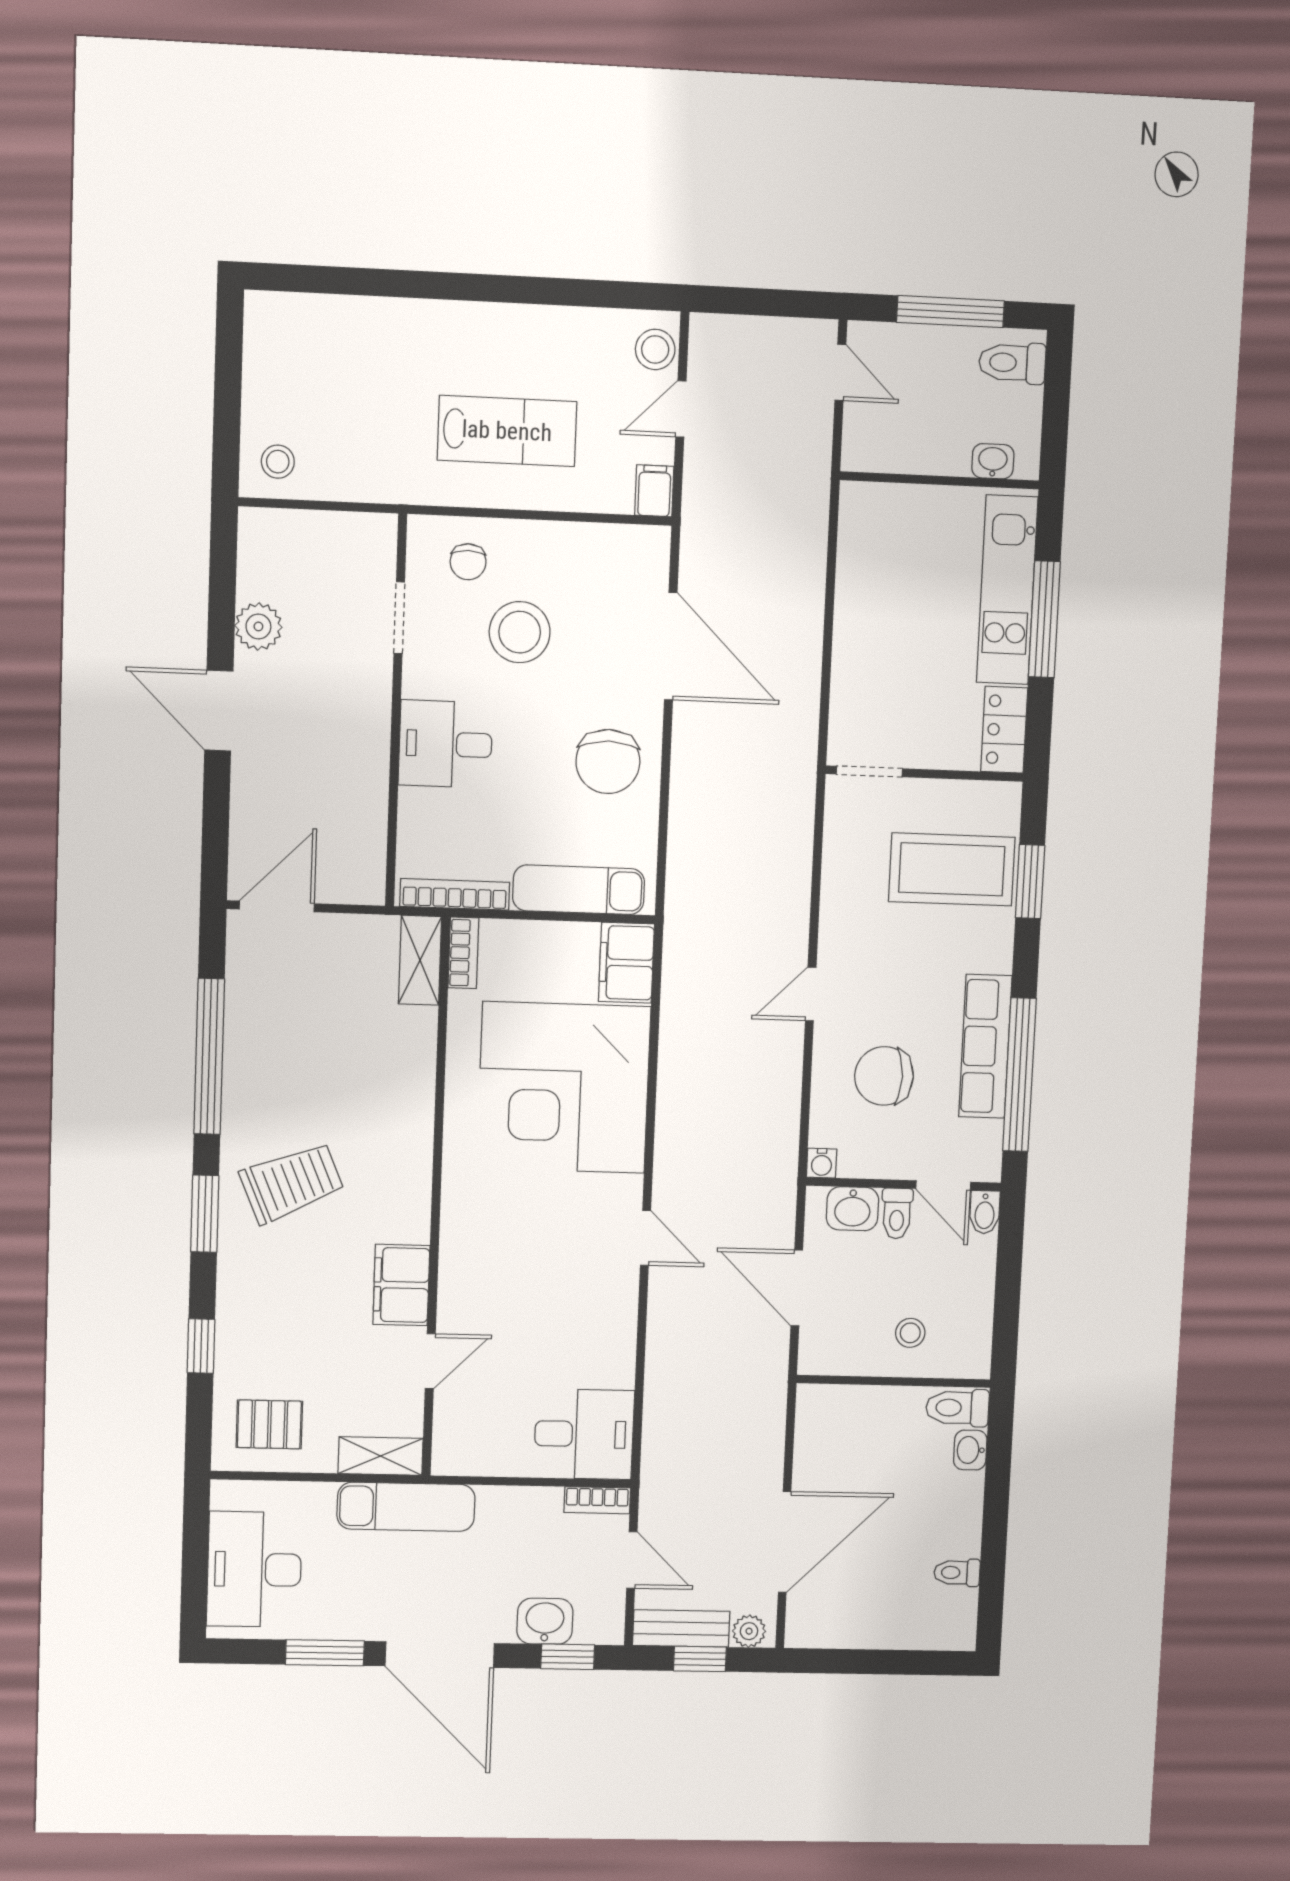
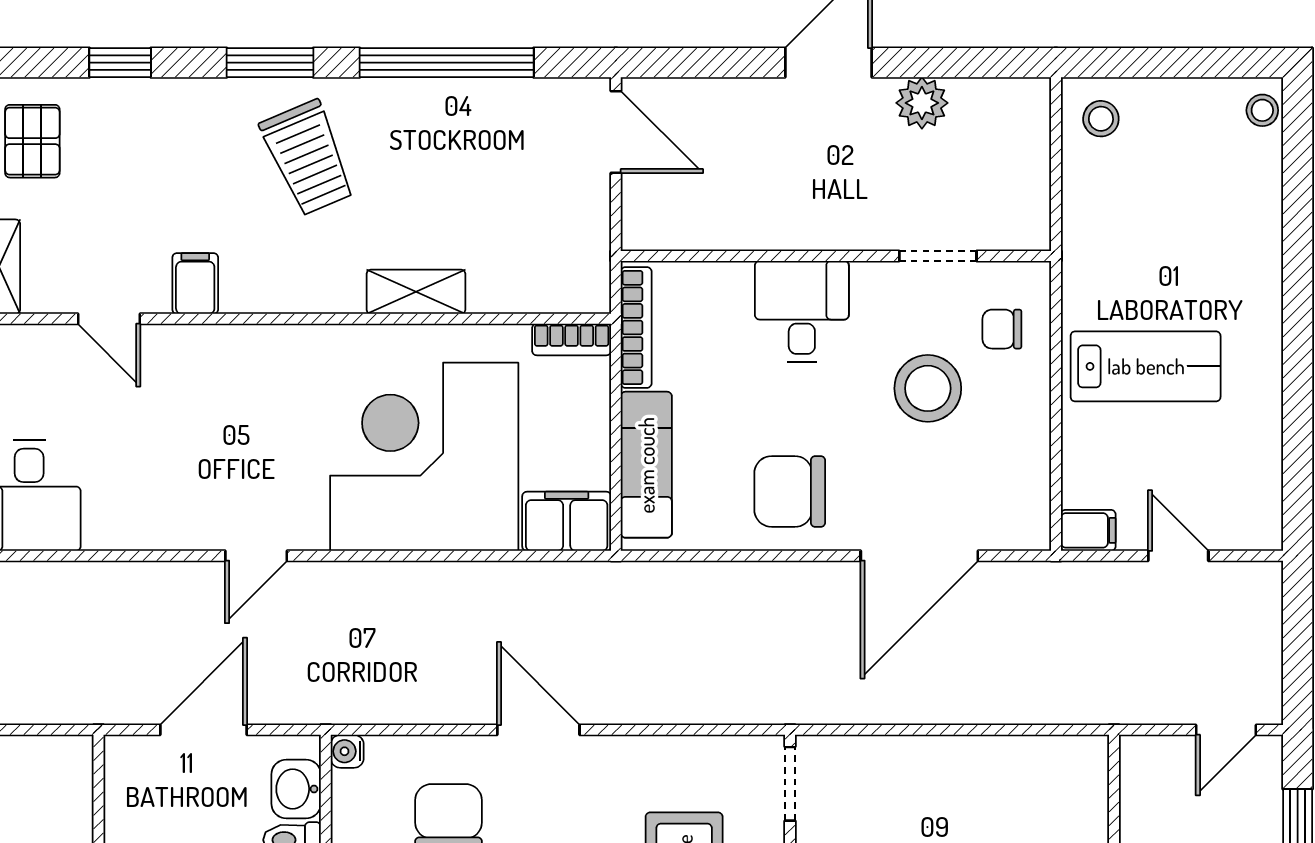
stool: (655, 349) -> (1262, 110), moved, width x0.73, depth x0.73
lab bench: (507, 431) -> (1146, 366), turned -90
shelving: (420, 960) -> (416, 292), moved
door: (811, 994) -> (538, 730), width x1.37
filing cabinet: (401, 1285) -> (195, 284), width x0.50

